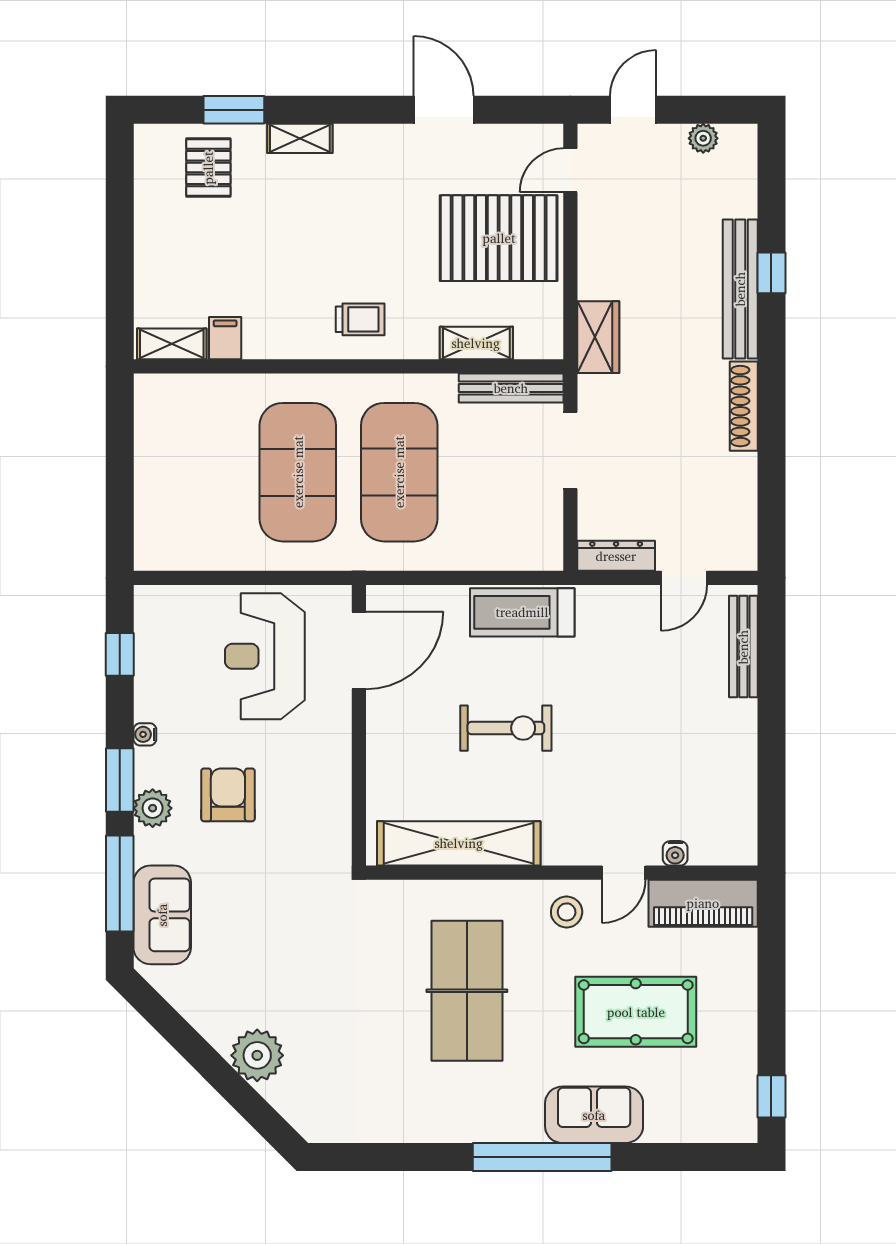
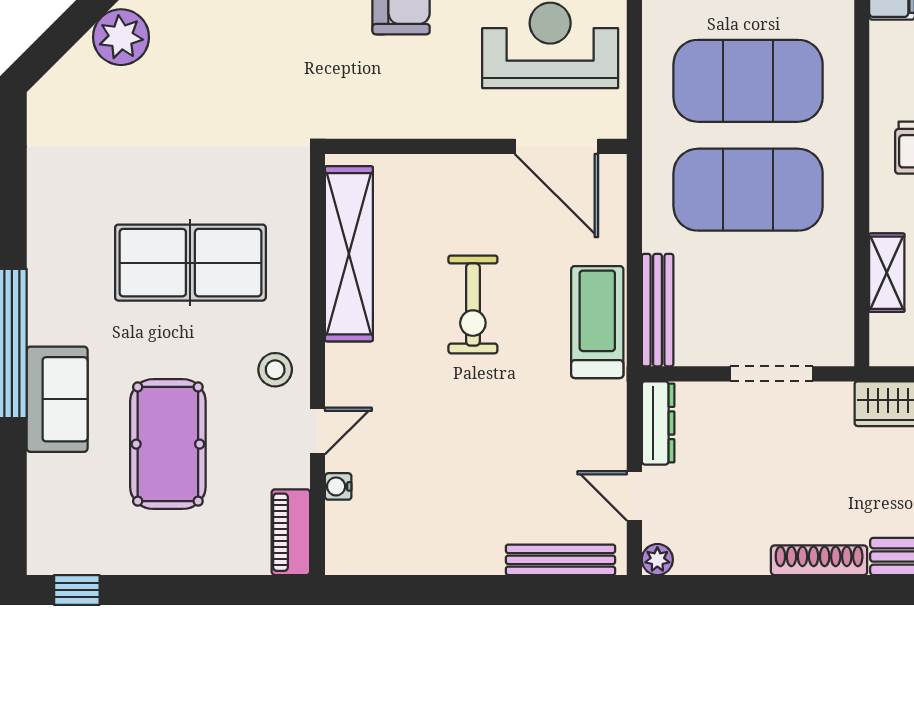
bench: (511, 388) -> (658, 310), moved
plant: (743, 556) -> (657, 560), added
door: (624, 873) -> (317, 431), swing flipped
piano: (703, 903) -> (291, 532), width x0.73, depth x0.75

